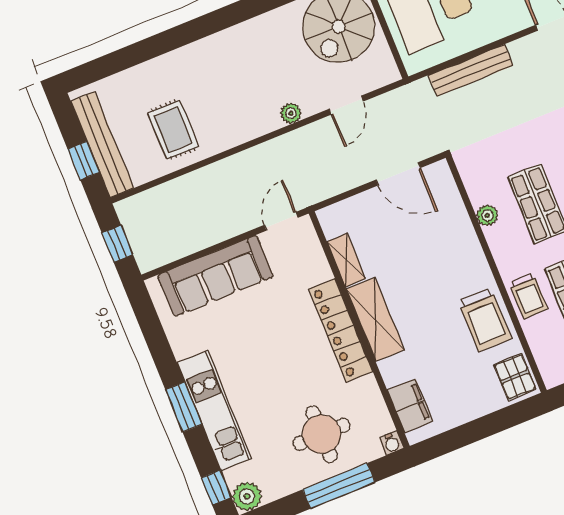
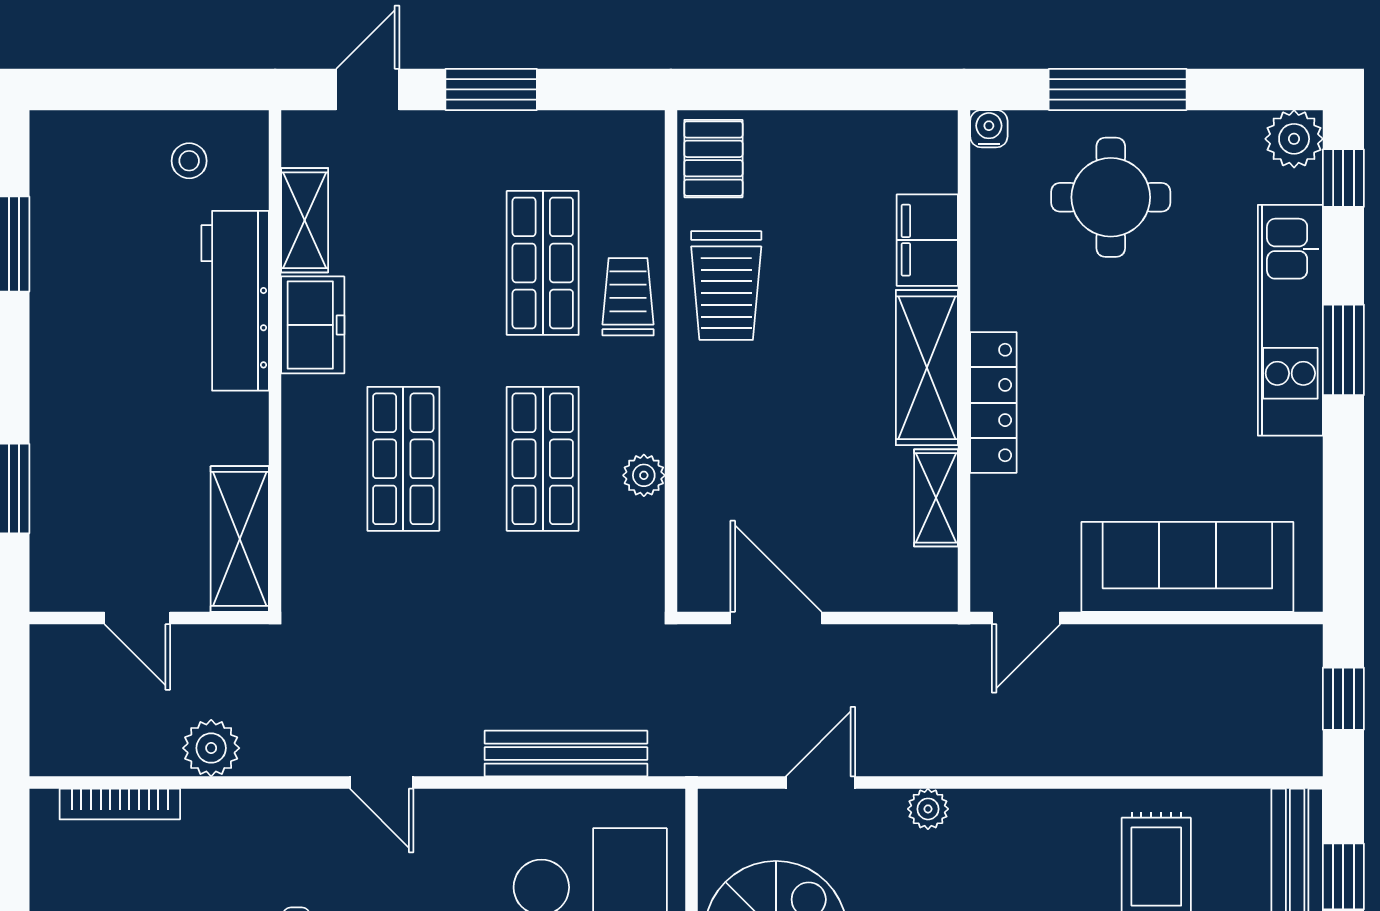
trolley: (485, 320) -> (726, 286), turned 180
locker: (341, 330) -> (993, 403), width x0.71, depth x0.83
filing cabinet: (410, 406) -> (927, 240), moved

